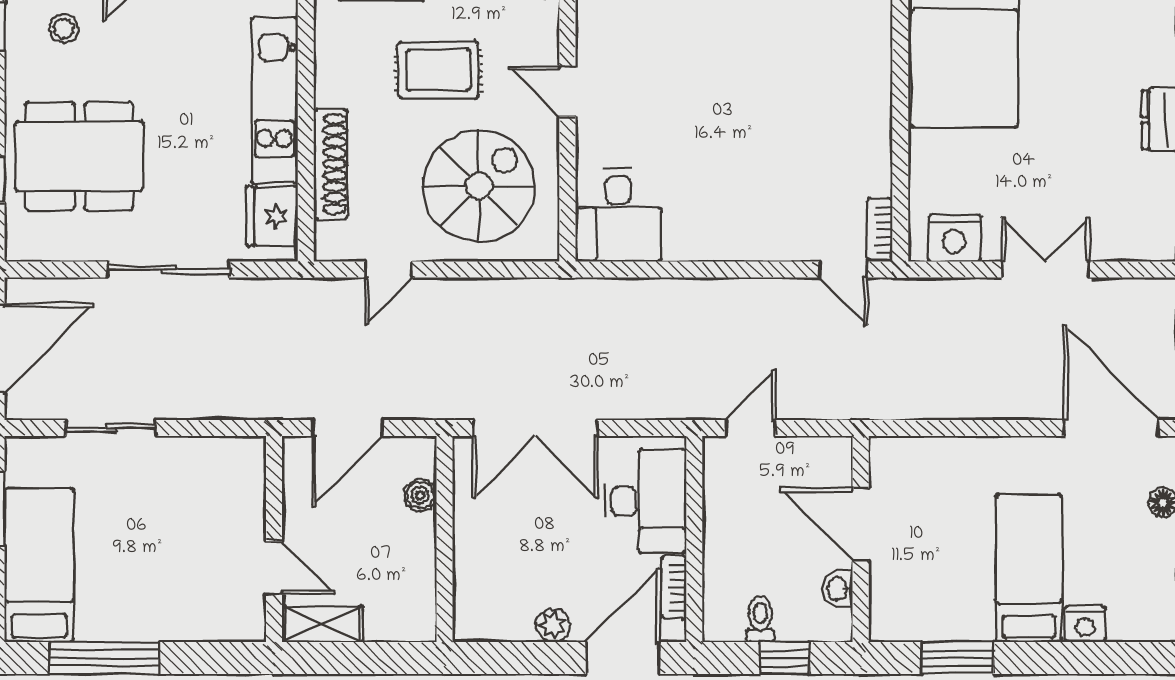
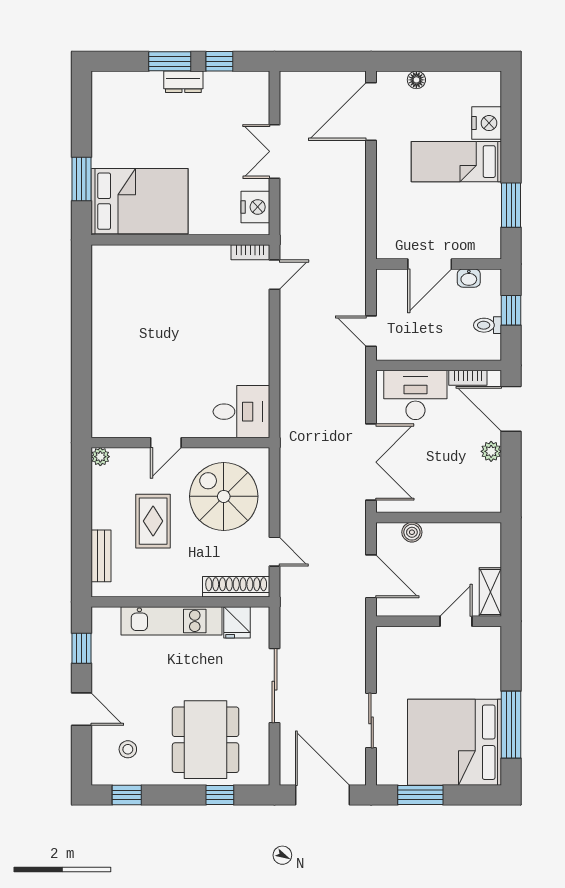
shoe rack: (331, 164) -> (236, 587), moved
fridge: (272, 216) -> (237, 622), width x0.72
bed: (39, 565) -> (455, 742), width x2.04
nightstand: (1085, 624) -> (487, 123), width x1.36, depth x1.33

